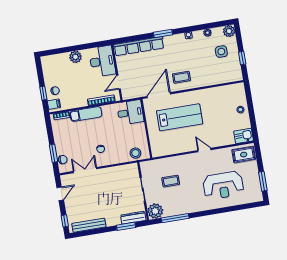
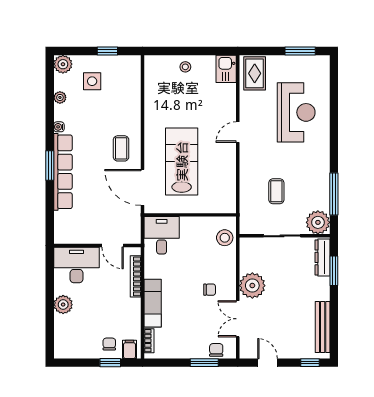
row of seats: (139, 46) -> (63, 172), moved
plant: (108, 176) -> (252, 286), added

